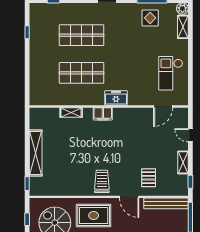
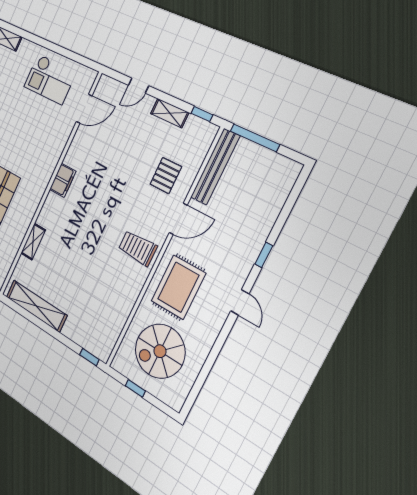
freezer: (116, 98) -> (44, 170), removed
door: (163, 106) -> (84, 109), hinge flipped
filing cabinet: (103, 114) -> (63, 180), moved
shelving: (36, 153) -> (36, 306), moved
pallet: (149, 178) -> (166, 176), turned 90

